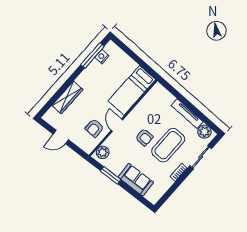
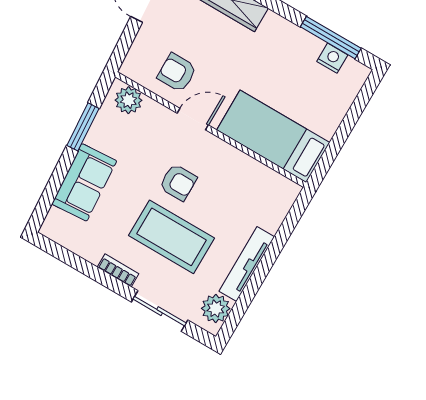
armchair: (144, 137) -> (178, 182), turned -90

